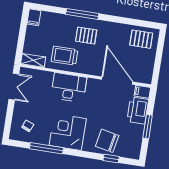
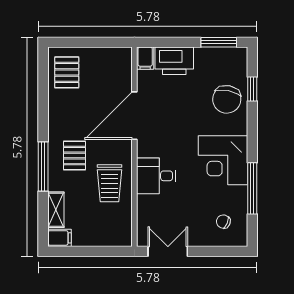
shelving: (33, 60) -> (56, 210), moved
door: (117, 81) -> (134, 116), moved
desk: (69, 87) -> (156, 176), width x0.73
window: (148, 127) -> (219, 42), moved

